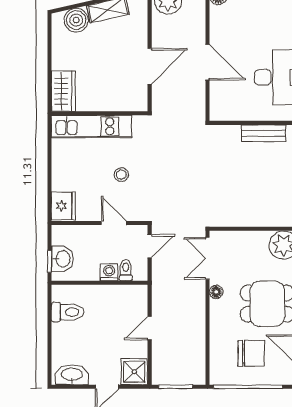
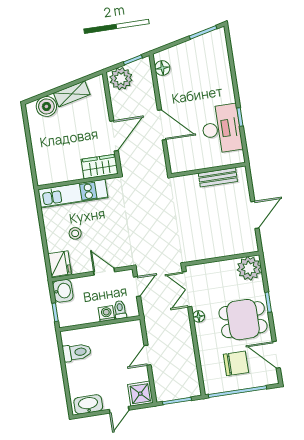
wardrobe: (63, 91) -> (100, 166), moved, turned -90
stool: (121, 175) -> (75, 233), moved
washbasin: (62, 259) -> (63, 291), moved

